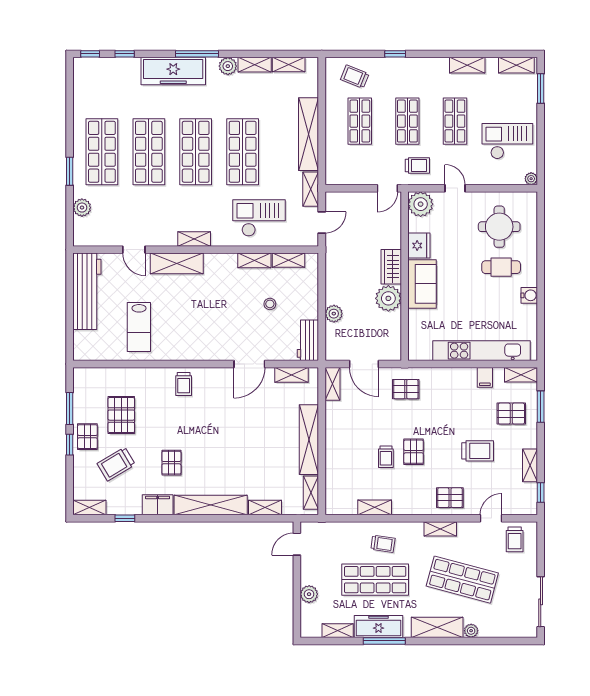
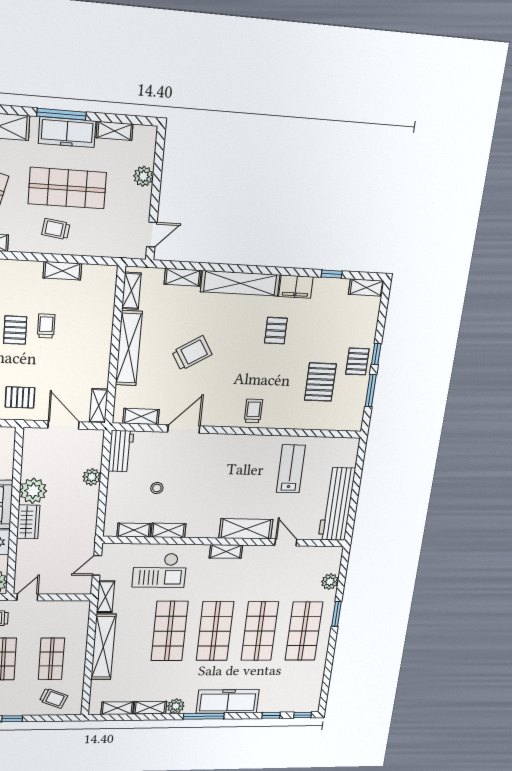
trolley: (116, 464) -> (192, 353), moved

